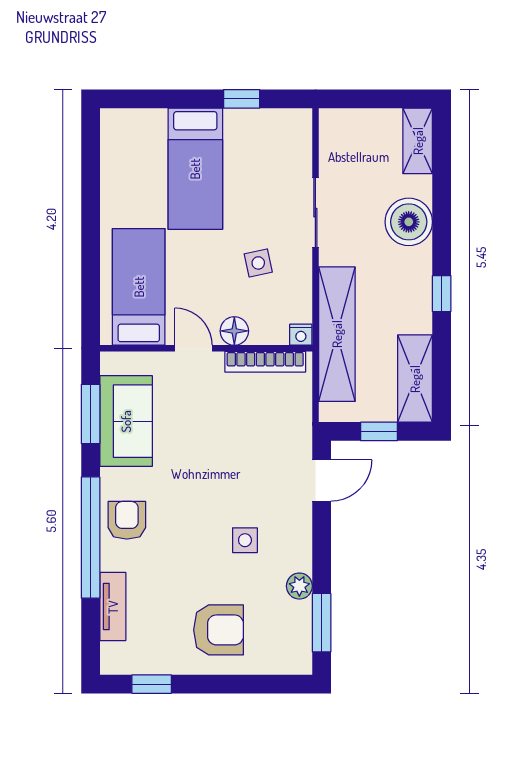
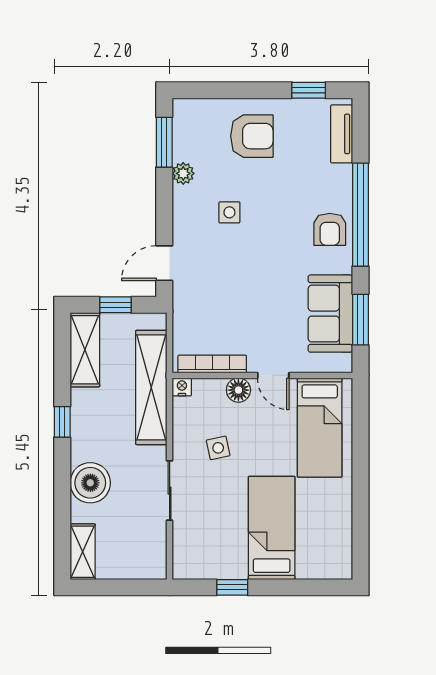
tv unit: (113, 607) -> (342, 134), moved
armchair: (218, 630) -> (252, 136), turned 180

